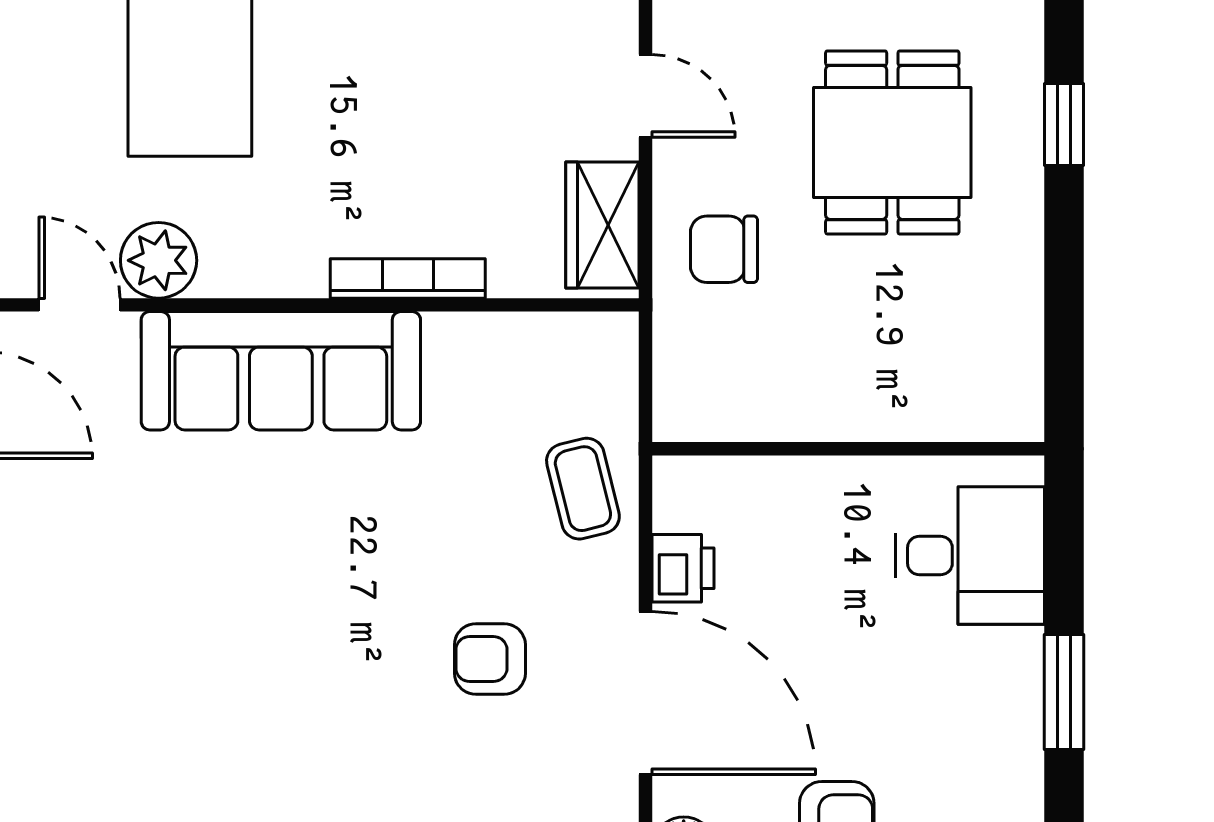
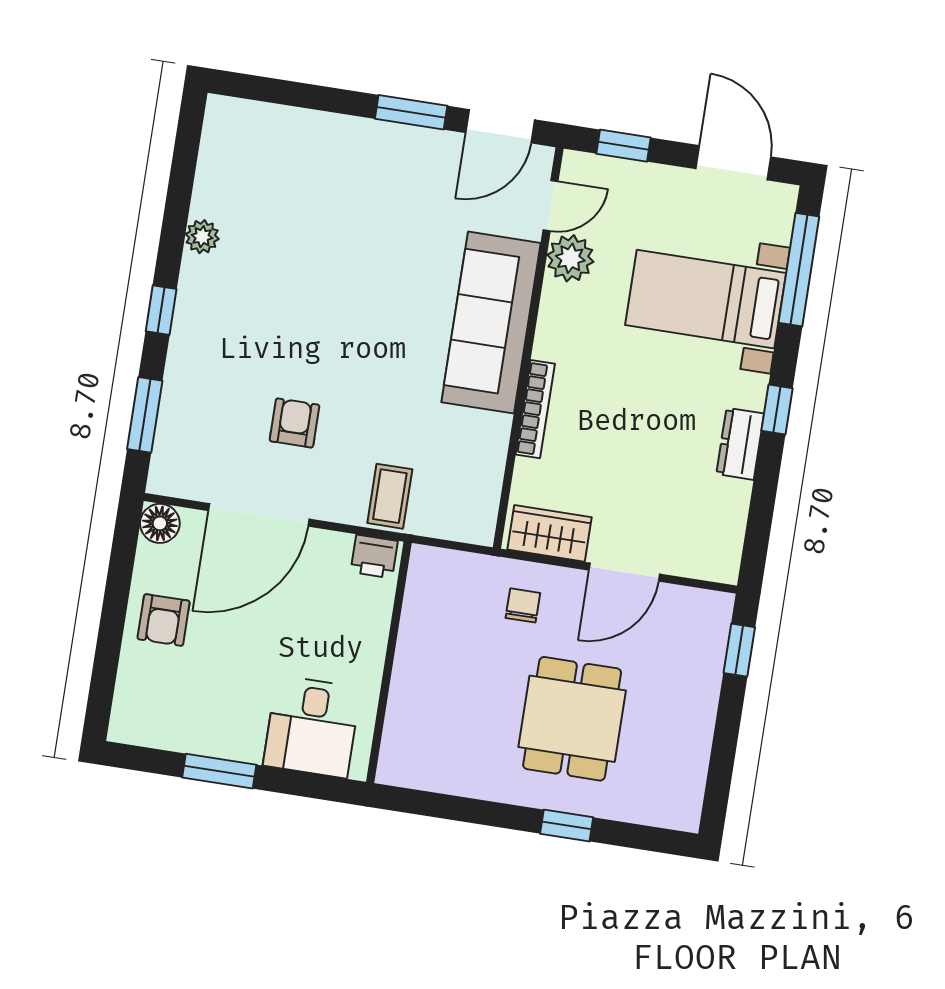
door: (645, 96) -> (624, 572), width x1.38
dining table: (892, 142) -> (572, 719), turned 90
chair: (724, 249) -> (523, 605), width x0.73, depth x0.73
coffee table: (583, 489) -> (390, 496), turned -76
printer: (683, 568) -> (374, 556), moved

